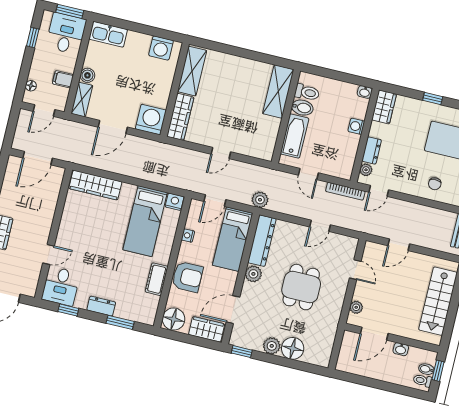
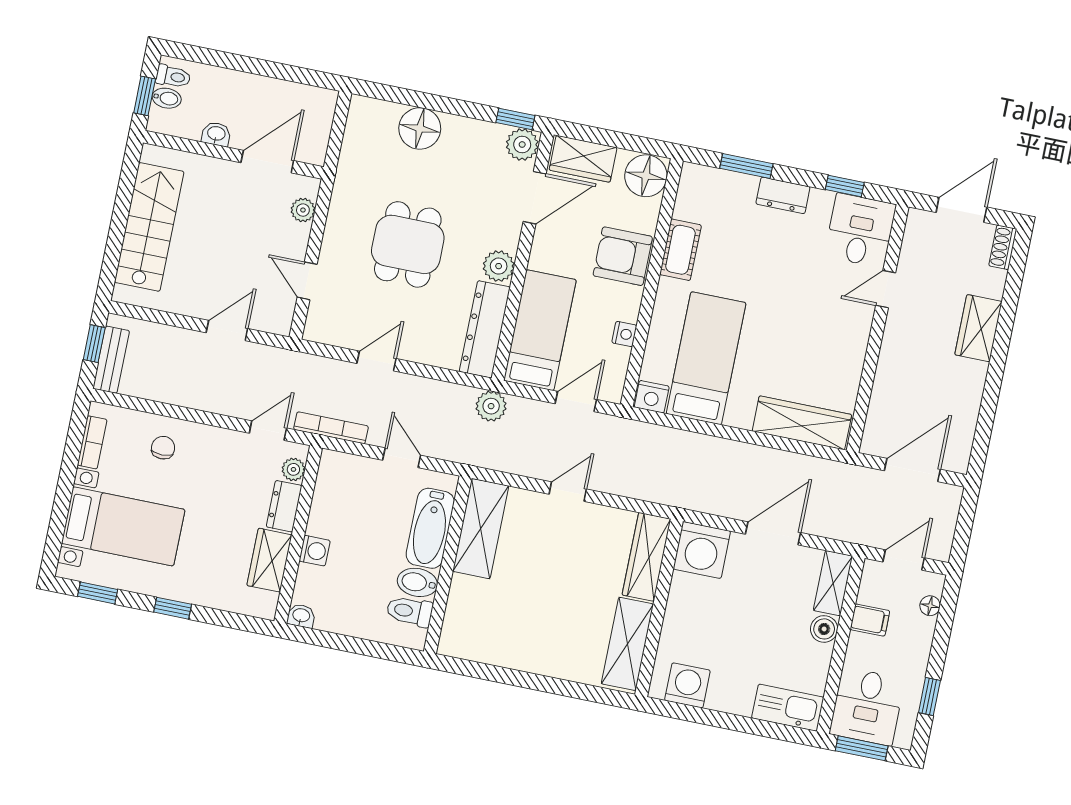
shelving: (278, 91) -> (481, 529), moved
wardrobe: (384, 107) -> (269, 560), moved
plant: (272, 346) -> (522, 145), moved

